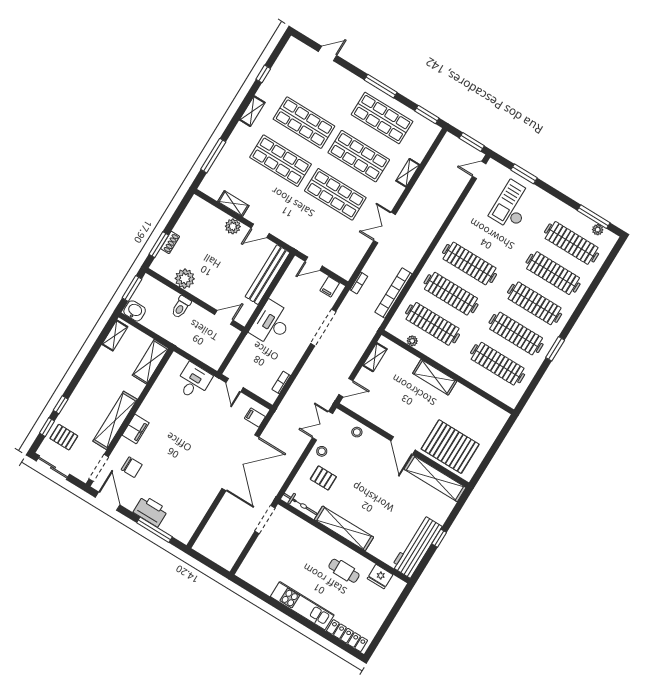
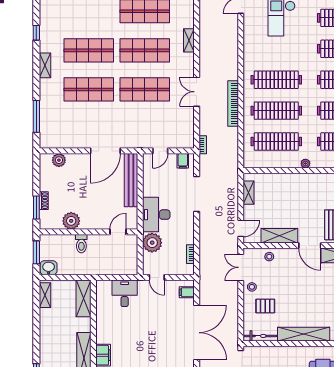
shelving: (233, 204) -> (73, 143), removed
plant: (233, 226) -> (59, 160), moved
door: (260, 231) -> (105, 151), width x1.87
bookcase: (394, 293) -> (233, 104), moved
plant: (412, 341) -> (305, 163), moved
plant: (251, 348) -> (152, 243), added
shelving: (435, 377) -> (279, 236), moved

